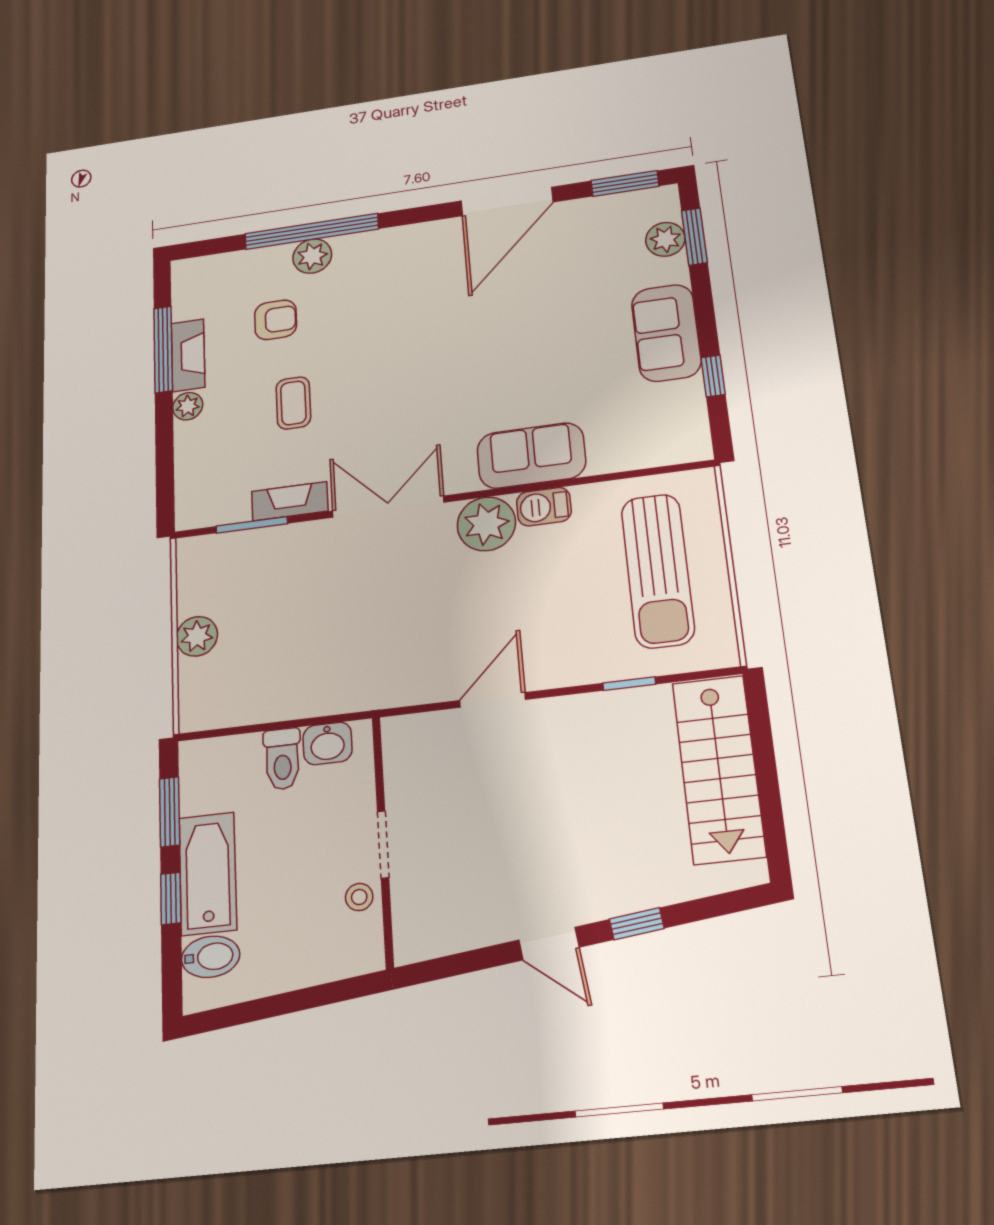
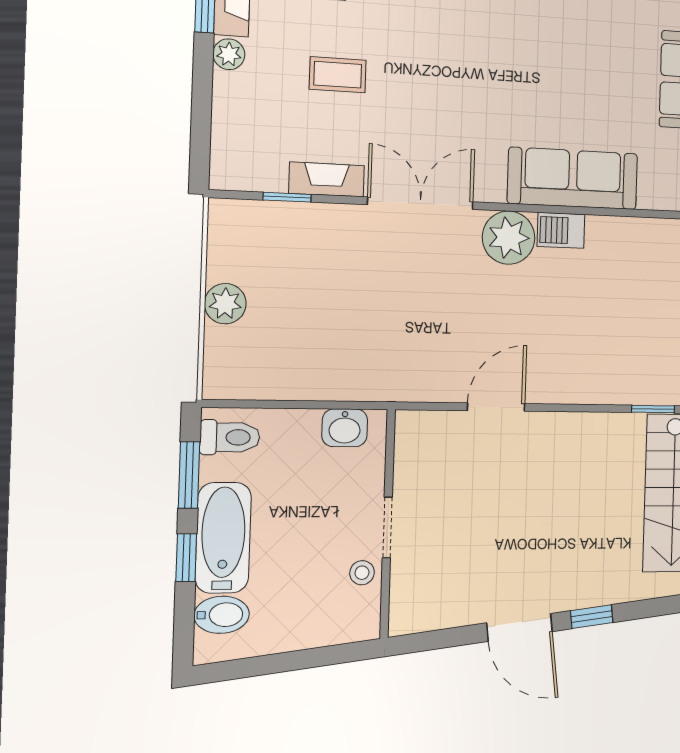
coffee table: (293, 403) -> (338, 75), turned 90
sofa: (531, 456) -> (573, 178), width x1.36
window: (252, 525) -> (287, 197), width x0.67
sun lounger: (658, 570) -> (649, 309), removed
window: (629, 684) -> (653, 409), moved
toilet: (282, 759) -> (230, 437), moved, turned -90
door: (549, 944) -> (520, 627), width x1.38

